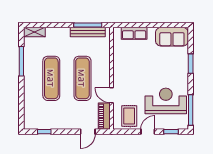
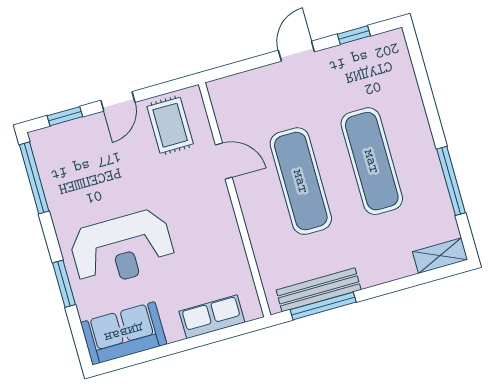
reception desk: (166, 101) -> (122, 248), moved
piano: (104, 116) -> (227, 109), removed
door: (88, 132) -> (296, 51), moved

